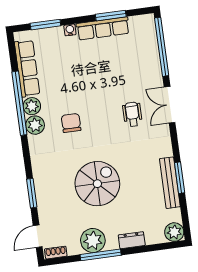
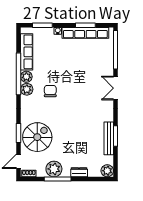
row of seats: (103, 28) -> (85, 33), width x1.36
wheelchair: (132, 114) -> (91, 91), removed
spiral stairs: (97, 184) -> (37, 137), moved

